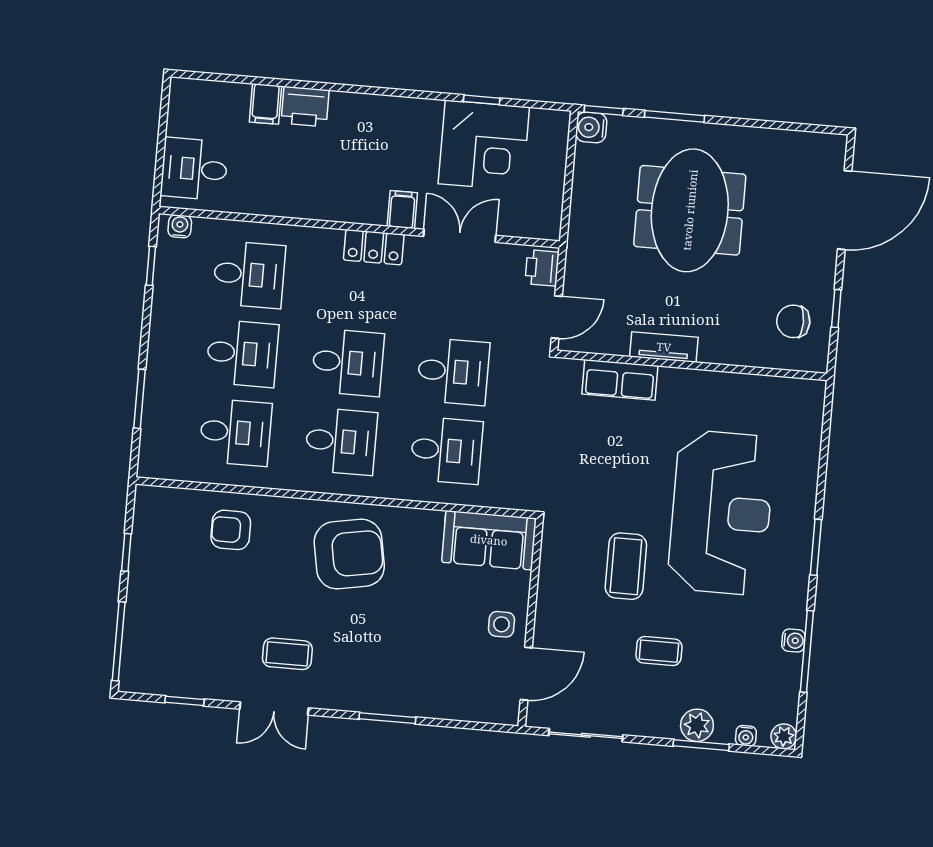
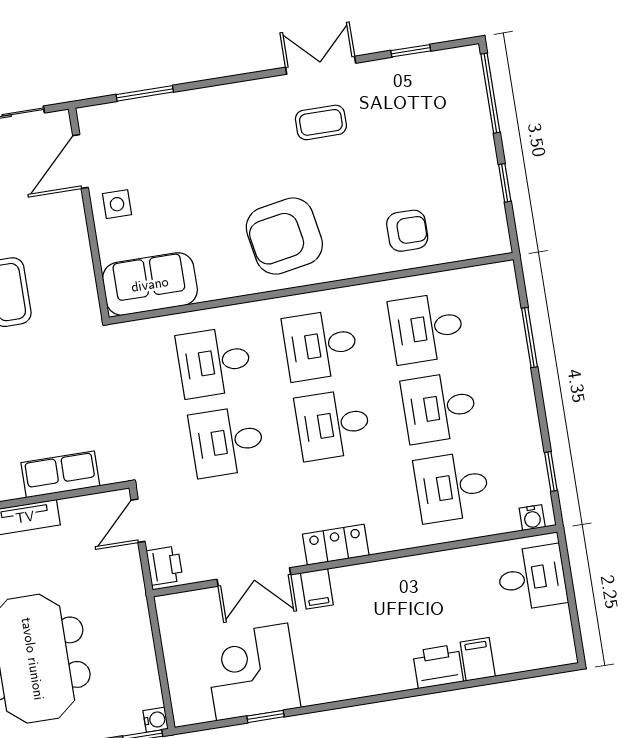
water cooler: (591, 127) -> (156, 720), width x0.72, depth x0.72
window: (387, 718) -> (145, 93), moved

